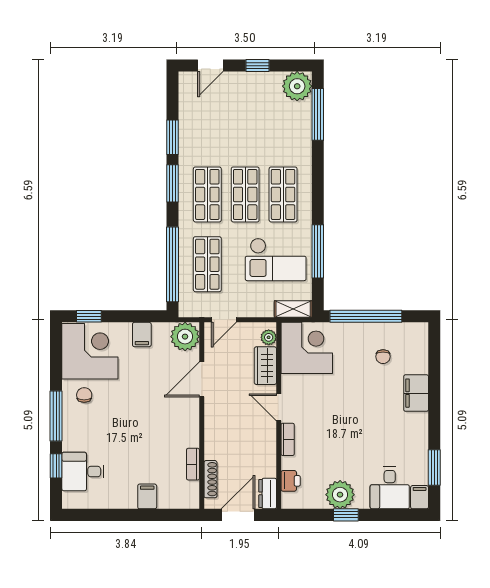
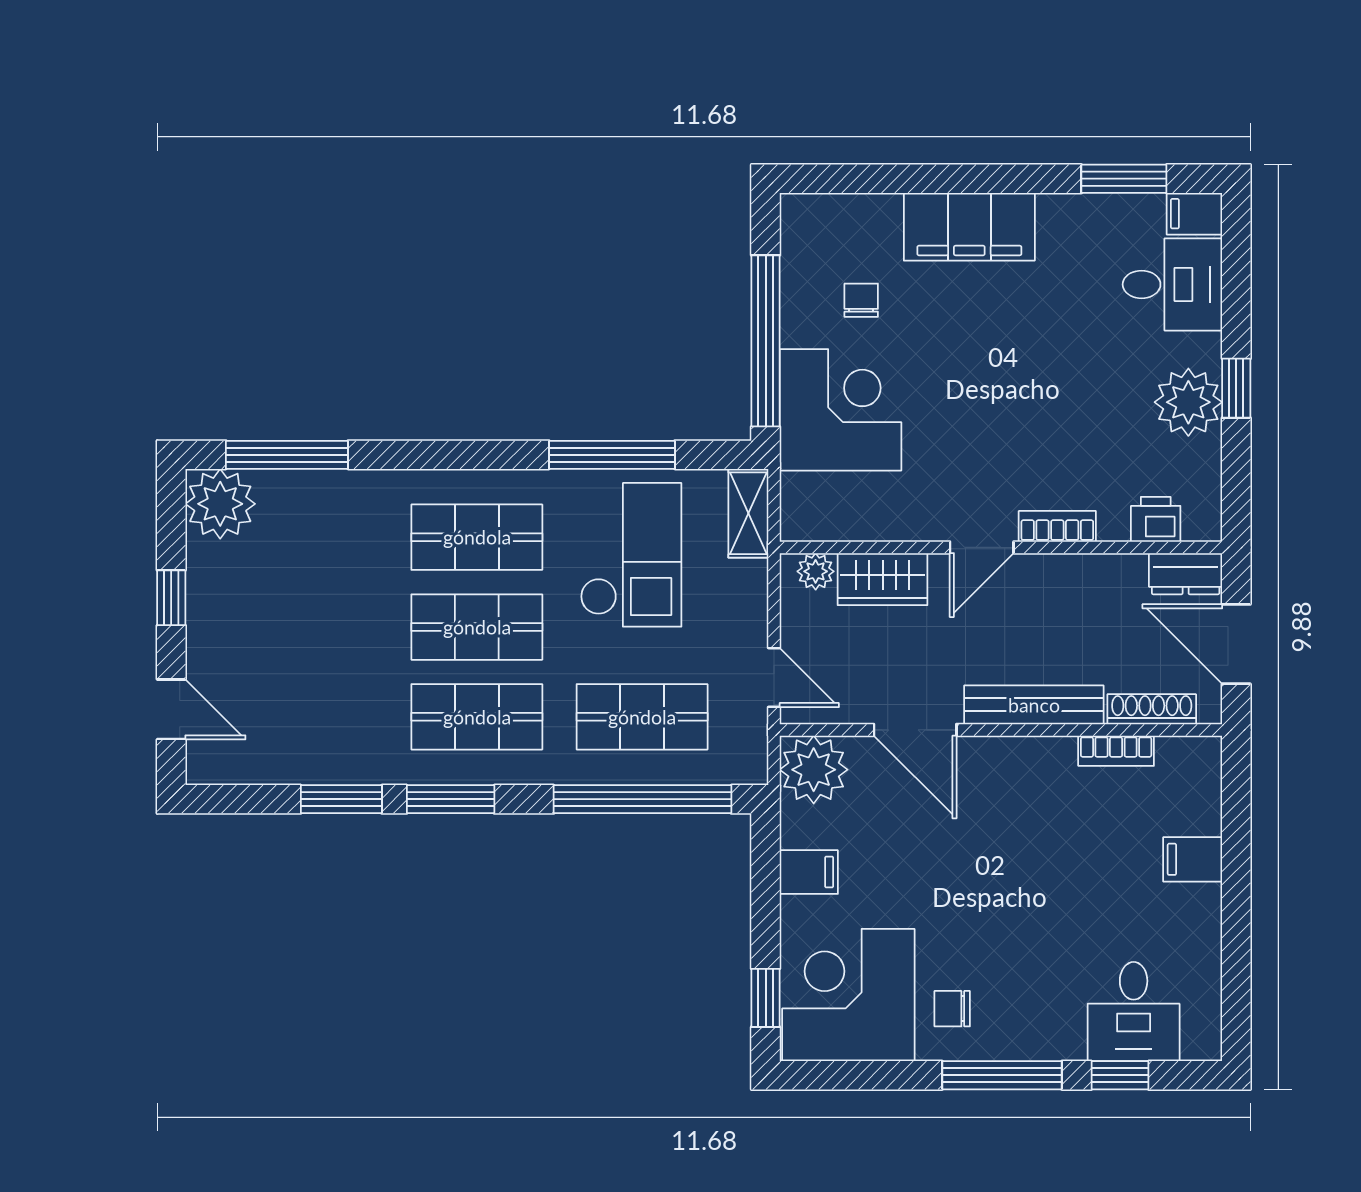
corner desk: (307, 348) -> (840, 410), moved, turned 90
chair: (383, 357) -> (861, 300), turned -90
filing cabinet: (416, 393) -> (969, 227), width x1.50, depth x1.17
bench: (212, 429) -> (1034, 705), added

